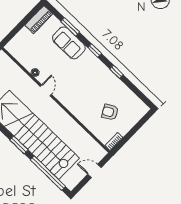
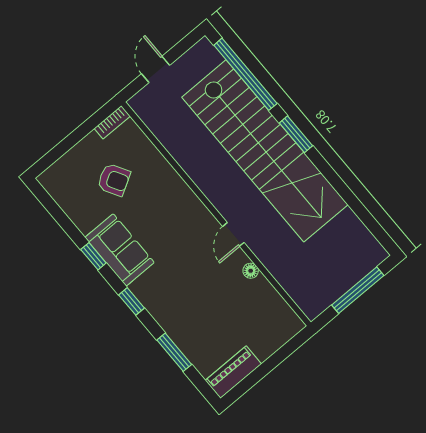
sofa: (69, 43) -> (120, 250), moved
door: (94, 171) -> (156, 69), swing flipped

